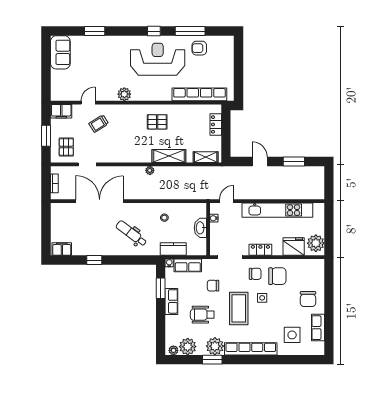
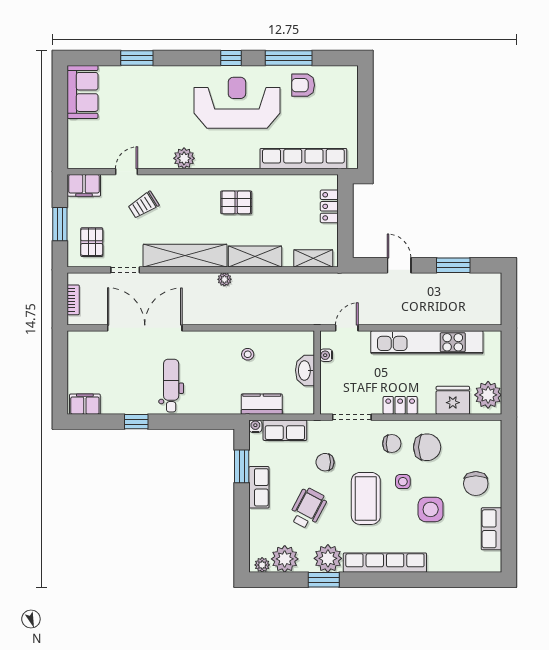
shelving: (125, 155) -> (185, 256), added
dental chair: (131, 233) -> (171, 386), moved, turned 53
wheelchair: (202, 315) -> (308, 508), turned 118
side table: (292, 335) -> (431, 509), moved

